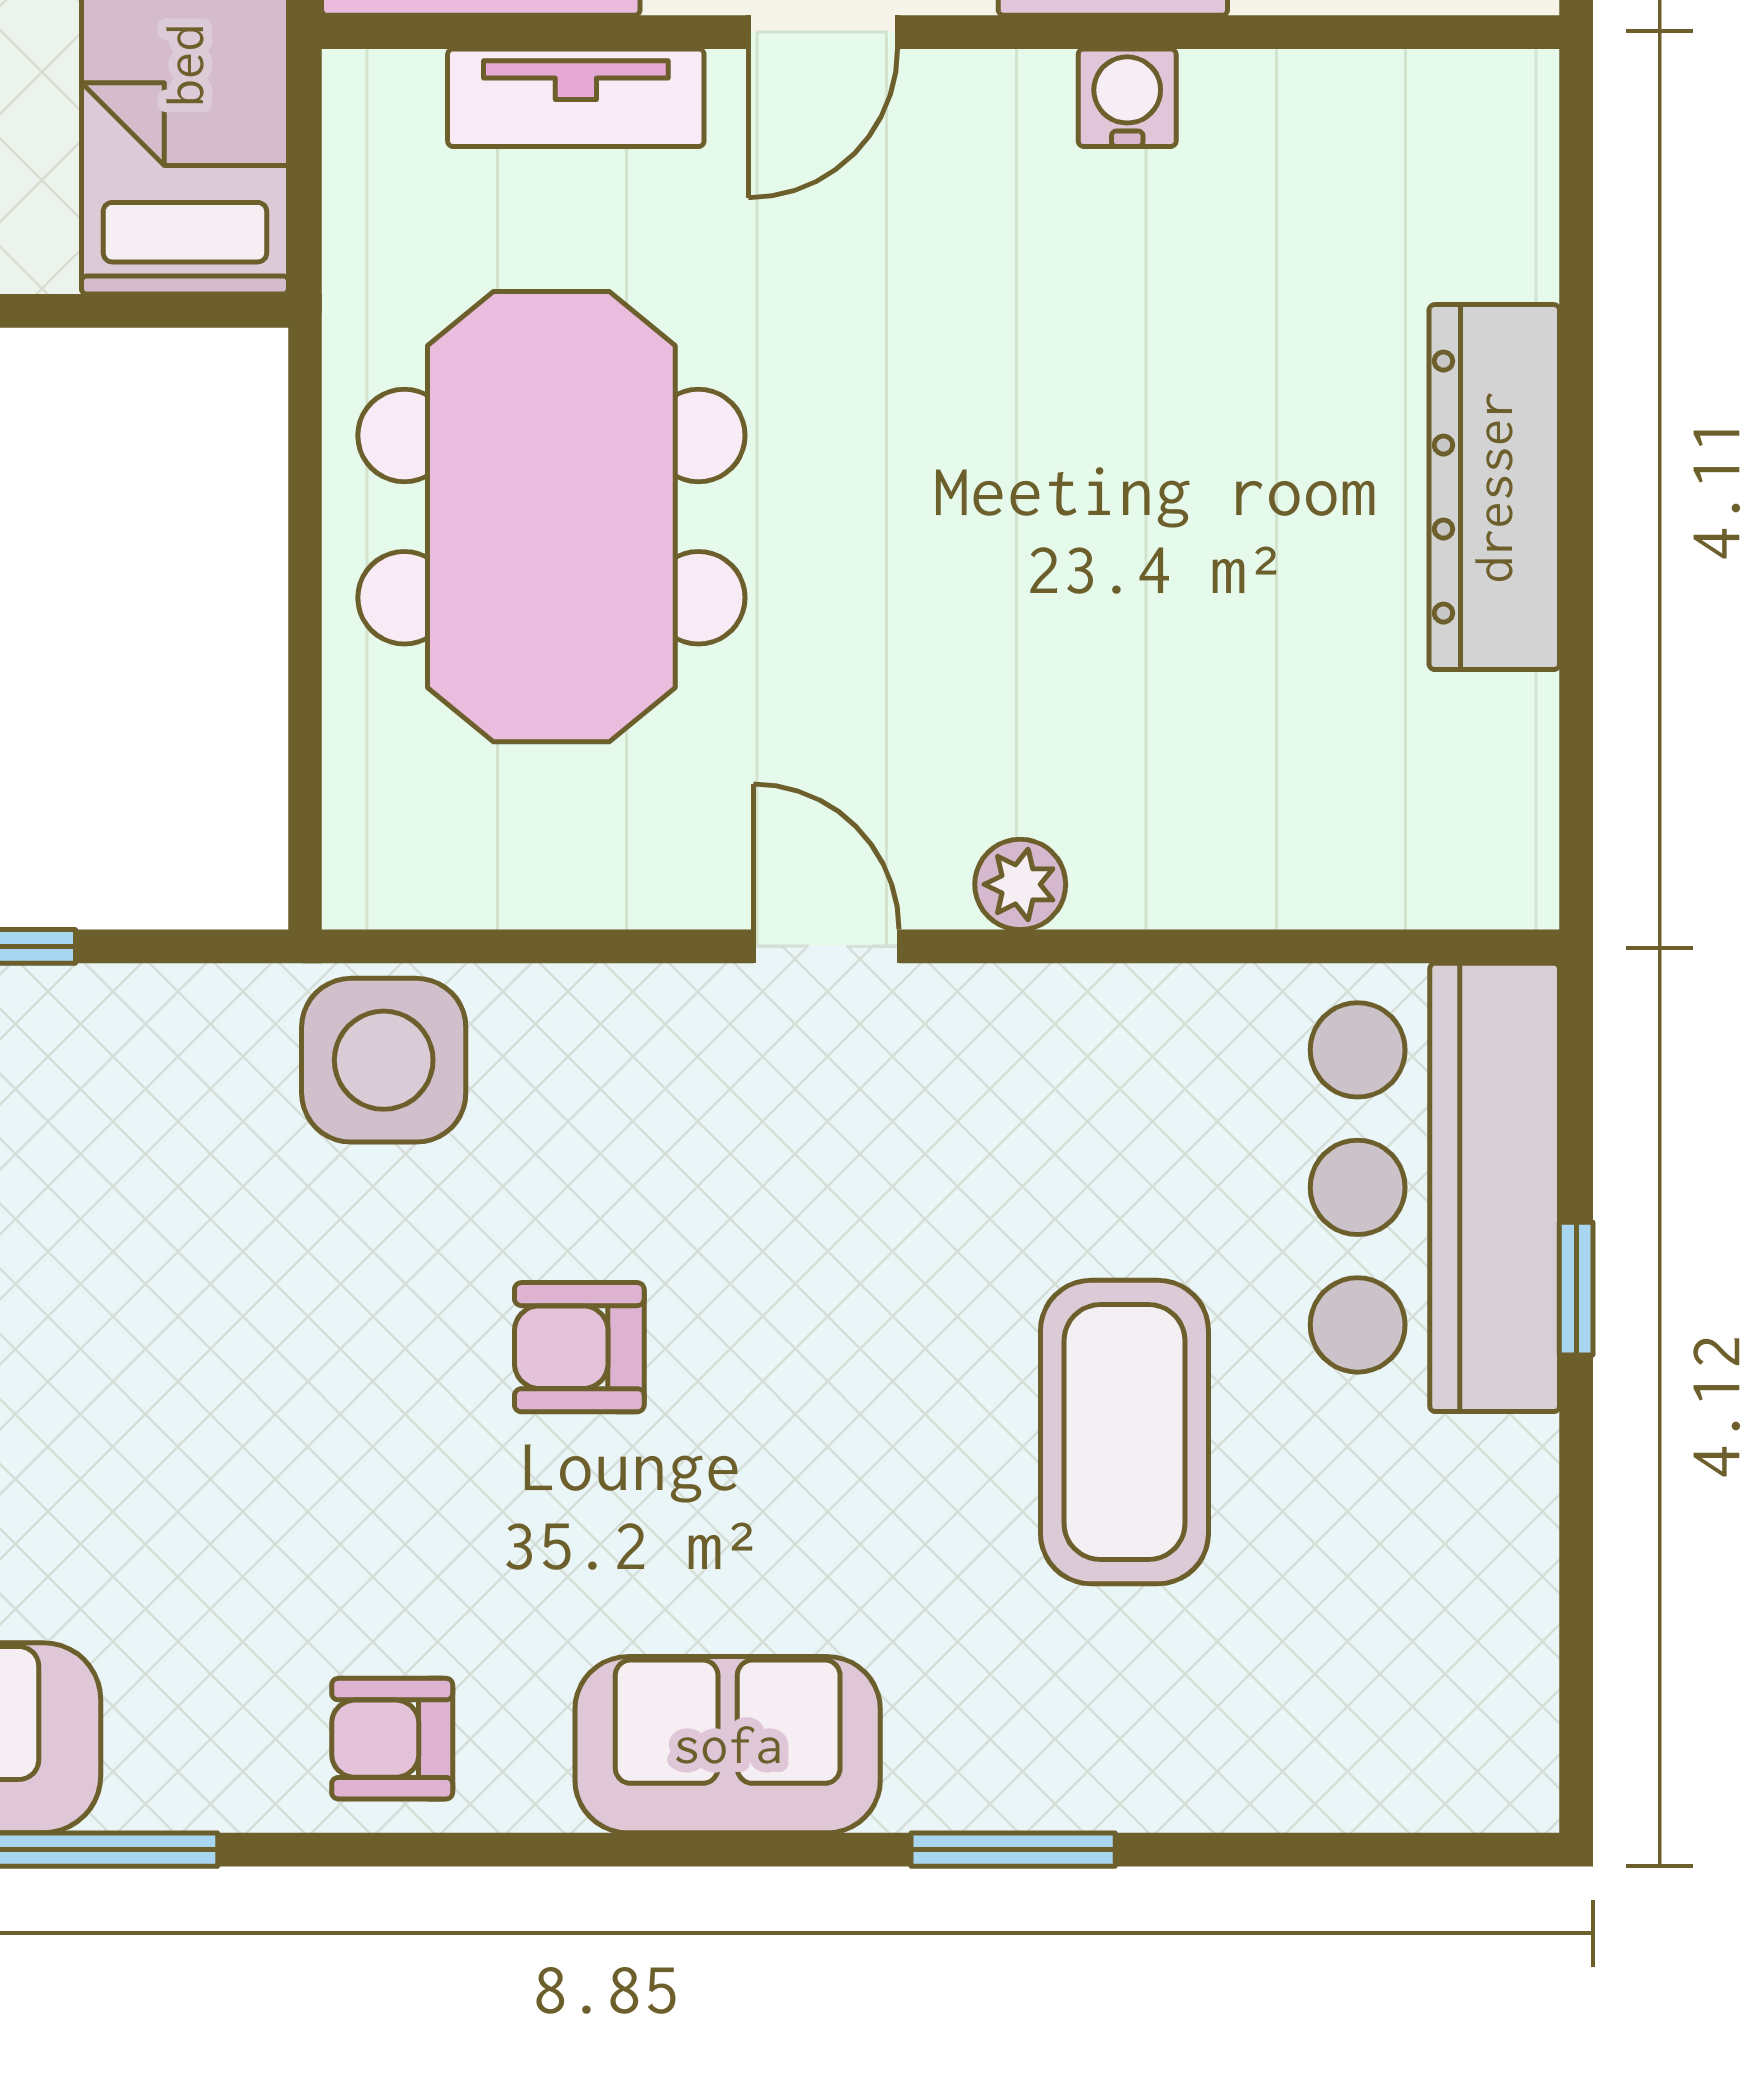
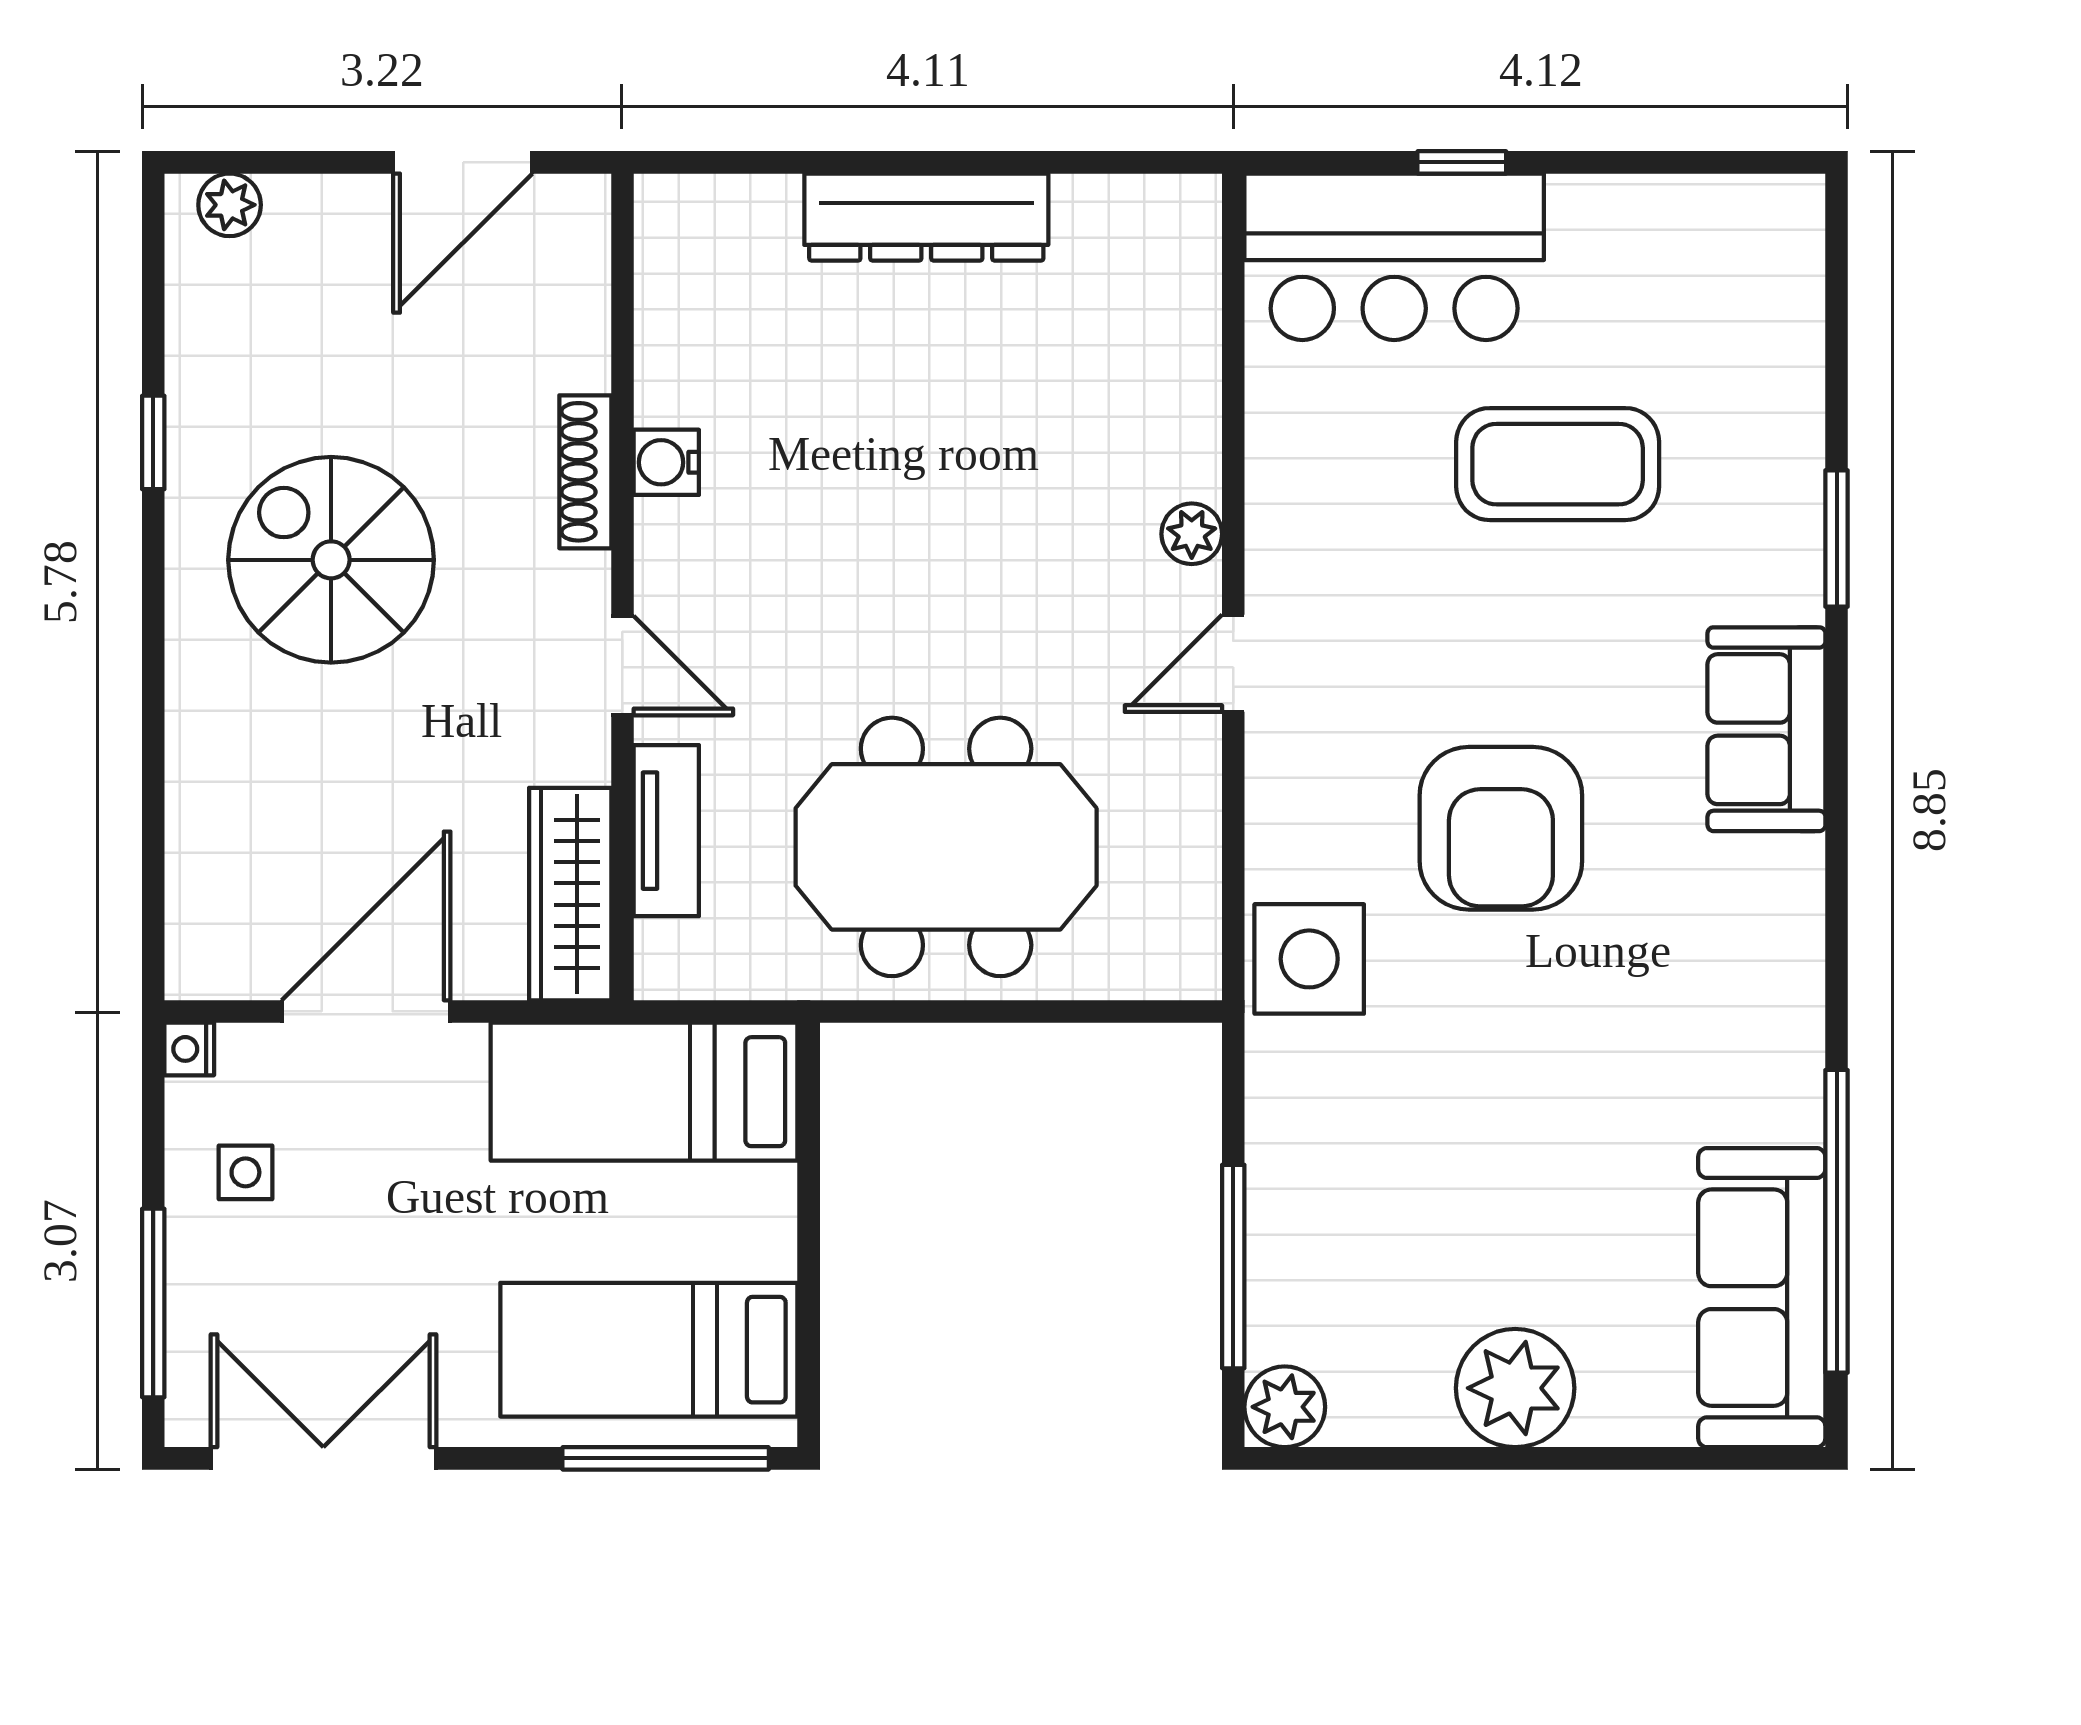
armchair: (579, 1347) -> (1501, 828), width x1.88, depth x1.88
armchair: (392, 1739) -> (1762, 953), removed

